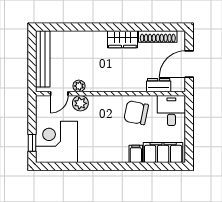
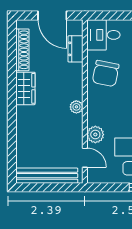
plant: (79, 86) -> (76, 107), moved

